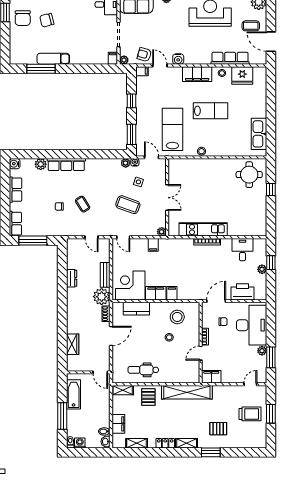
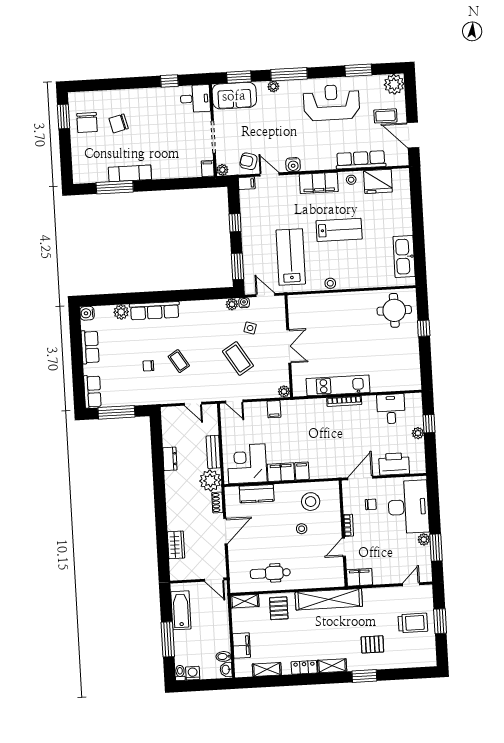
coffee table: (128, 205) -> (238, 359), turned 38

